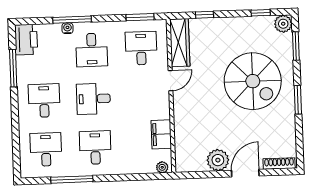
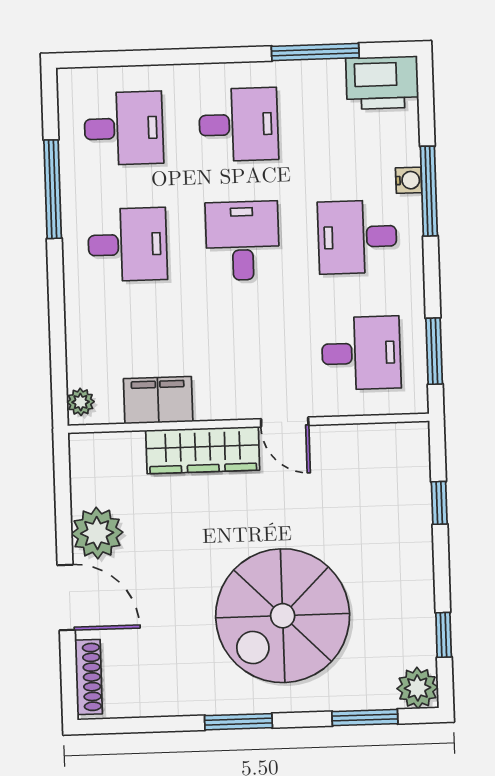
wardrobe: (180, 43) -> (203, 450), moved

